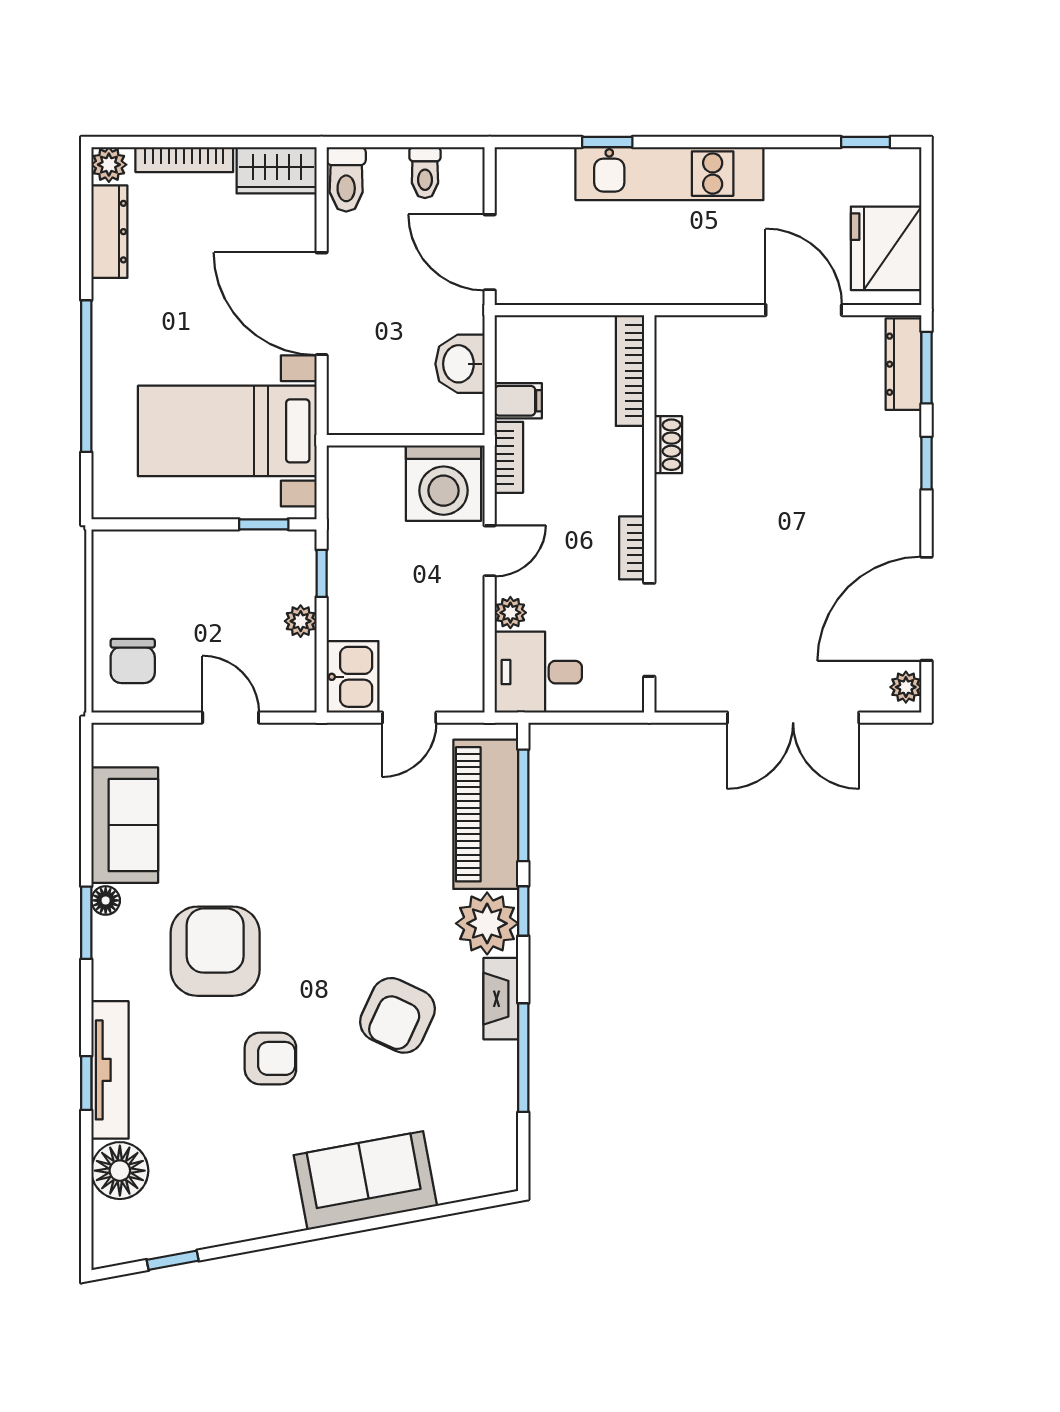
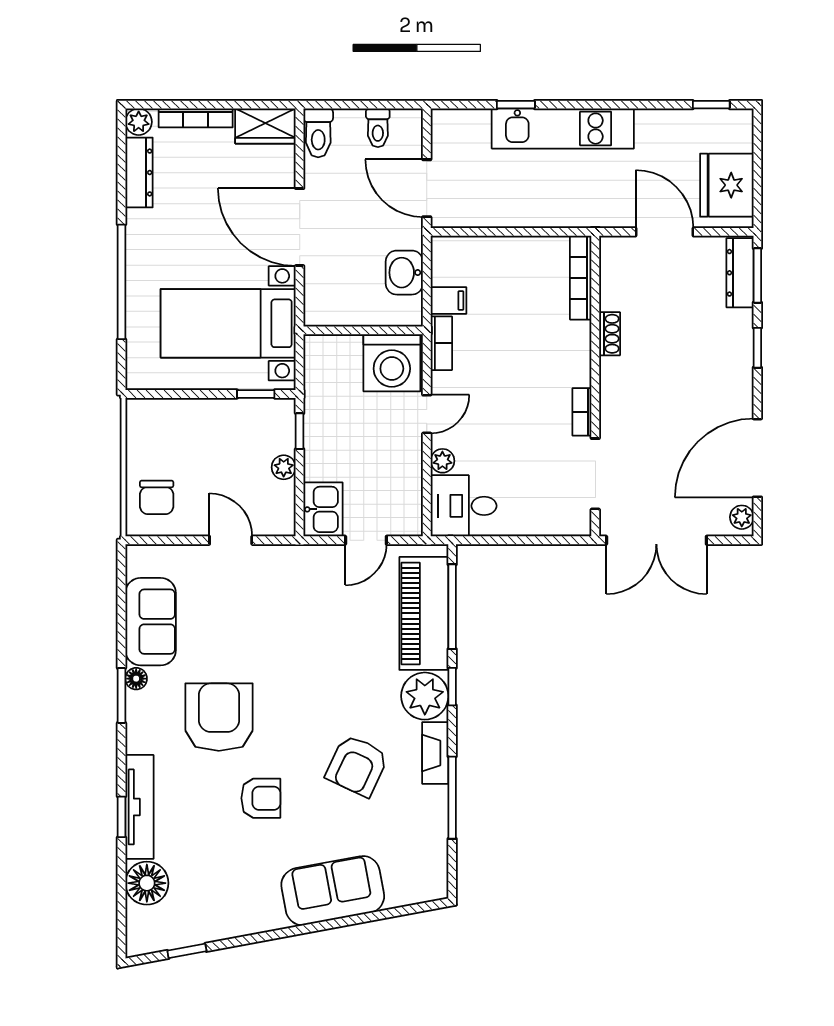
bookcase: (630, 371) -> (581, 278), moved
shoe rack: (668, 445) -> (610, 334), moved
wall: (649, 514) -> (595, 386), moved
bookcase: (632, 548) -> (582, 412), moved
doorway: (649, 630) -> (595, 474), moved

